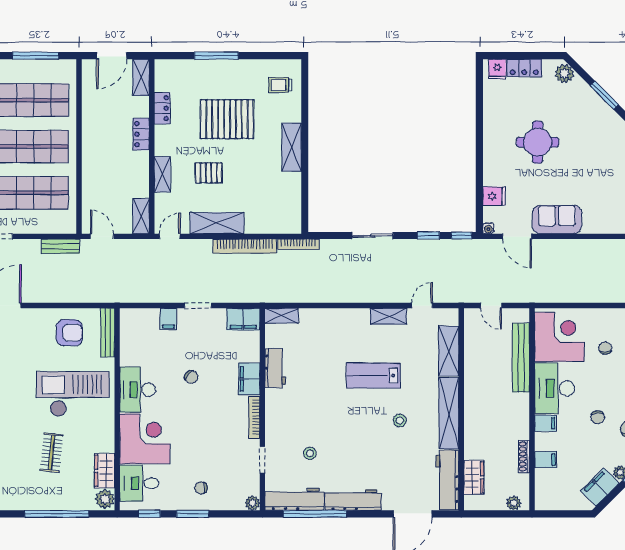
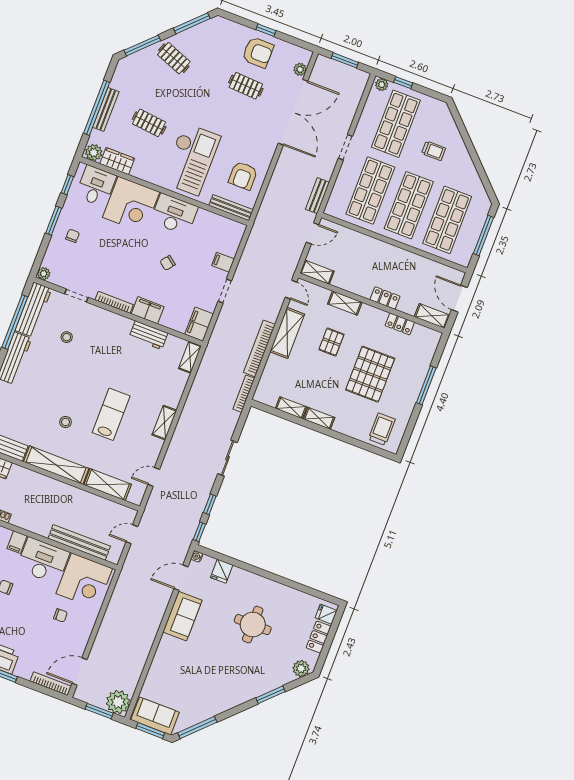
trolley: (280, 85) -> (382, 429), width x1.36, depth x1.39
shelving: (292, 147) -> (319, 418), width x0.67, depth x0.75
shelving: (294, 189) -> (291, 408), added
door: (422, 306) -> (154, 477), swing flipped
shelving: (388, 316) -> (164, 423), moved
bench: (55, 504) -> (106, 109), added

